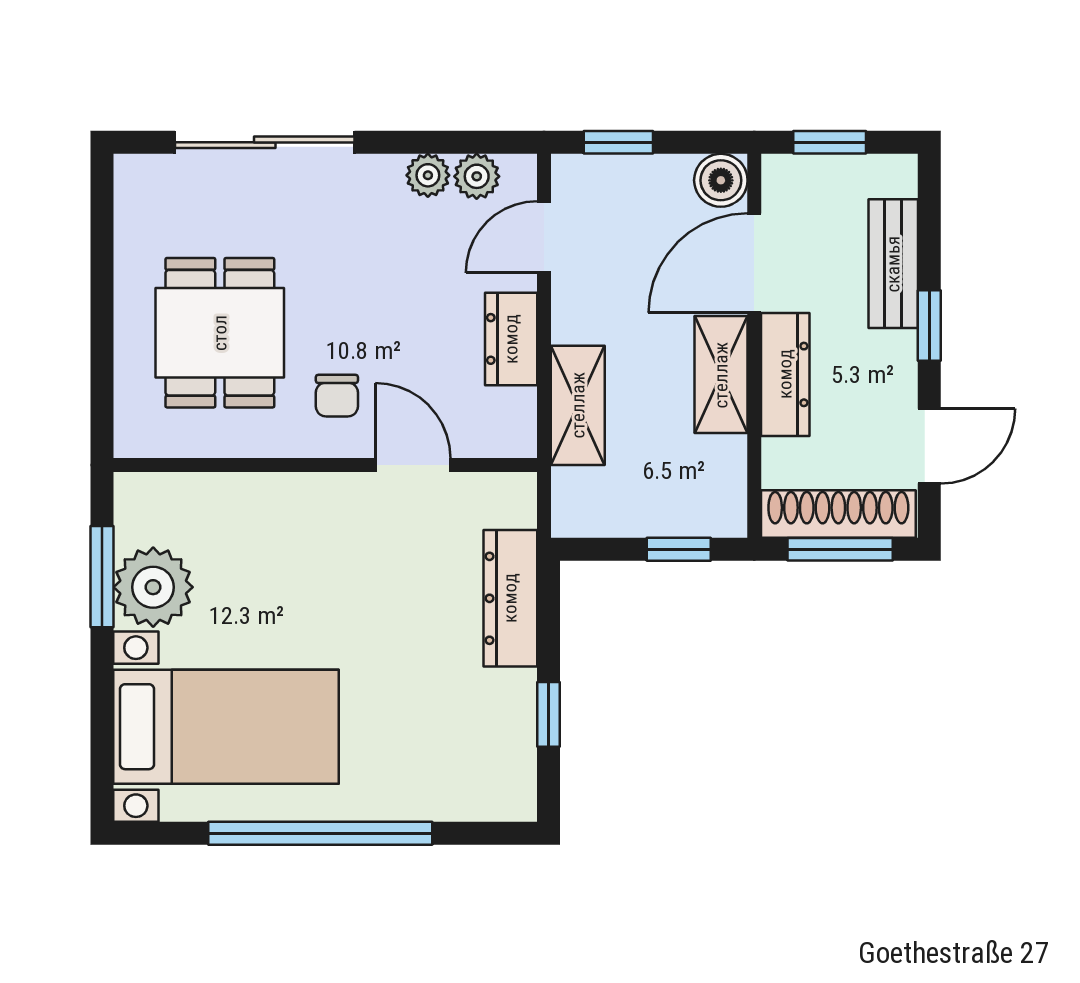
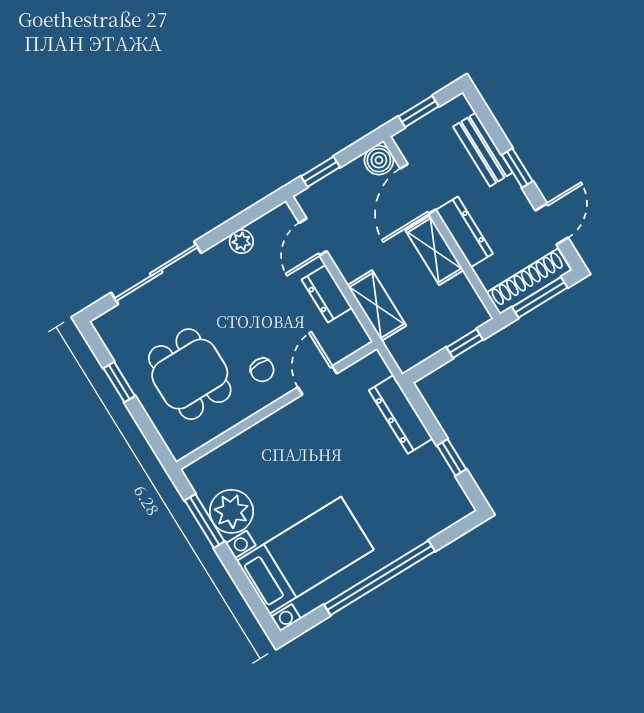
plant: (477, 176) -> (264, 228), removed
window: (102, 277) -> (119, 382), added
door: (413, 465) -> (317, 380), hinge flipped

